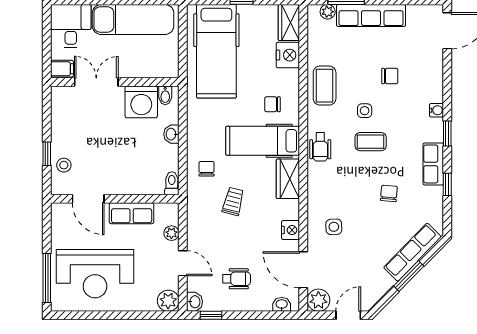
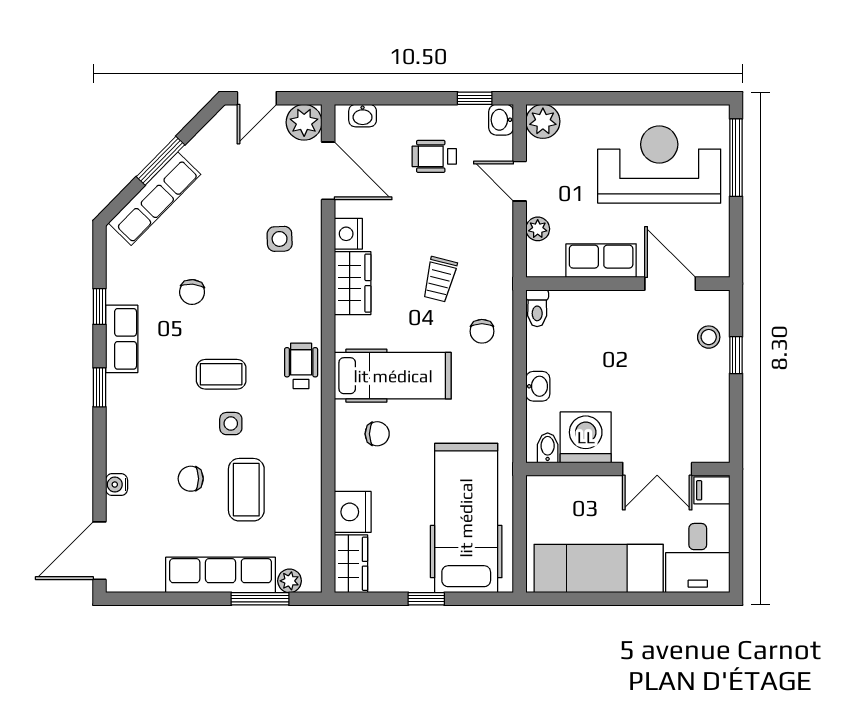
coffee table: (325, 86) -> (246, 490), moved
water cooler: (436, 110) -> (117, 485), moved
wardrobe: (288, 179) -> (353, 283), moved

